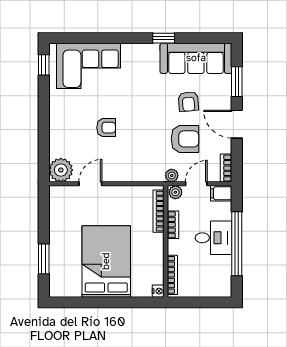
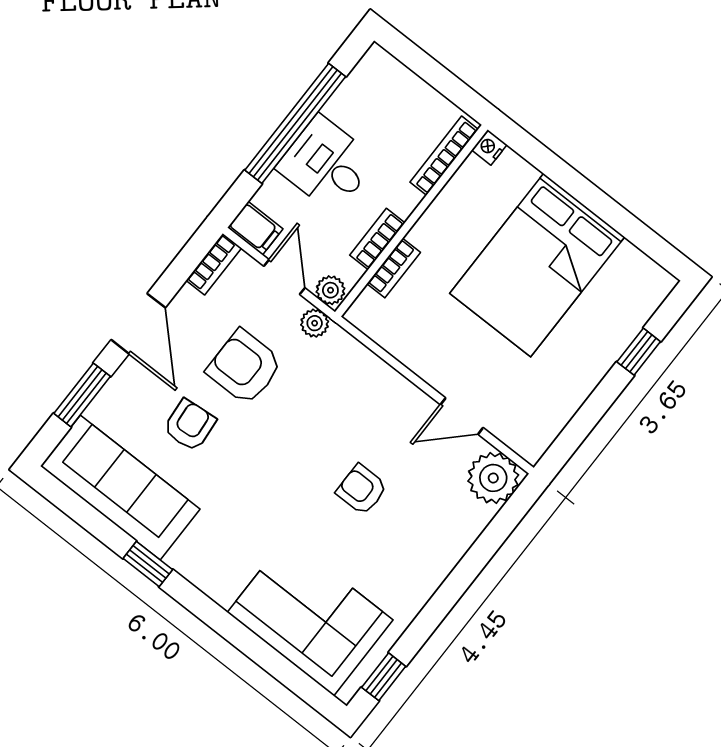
door: (196, 184) -> (284, 277), swing flipped
bookcase: (159, 211) -> (394, 268), width x0.64
window: (44, 259) -> (639, 352), width x0.67

